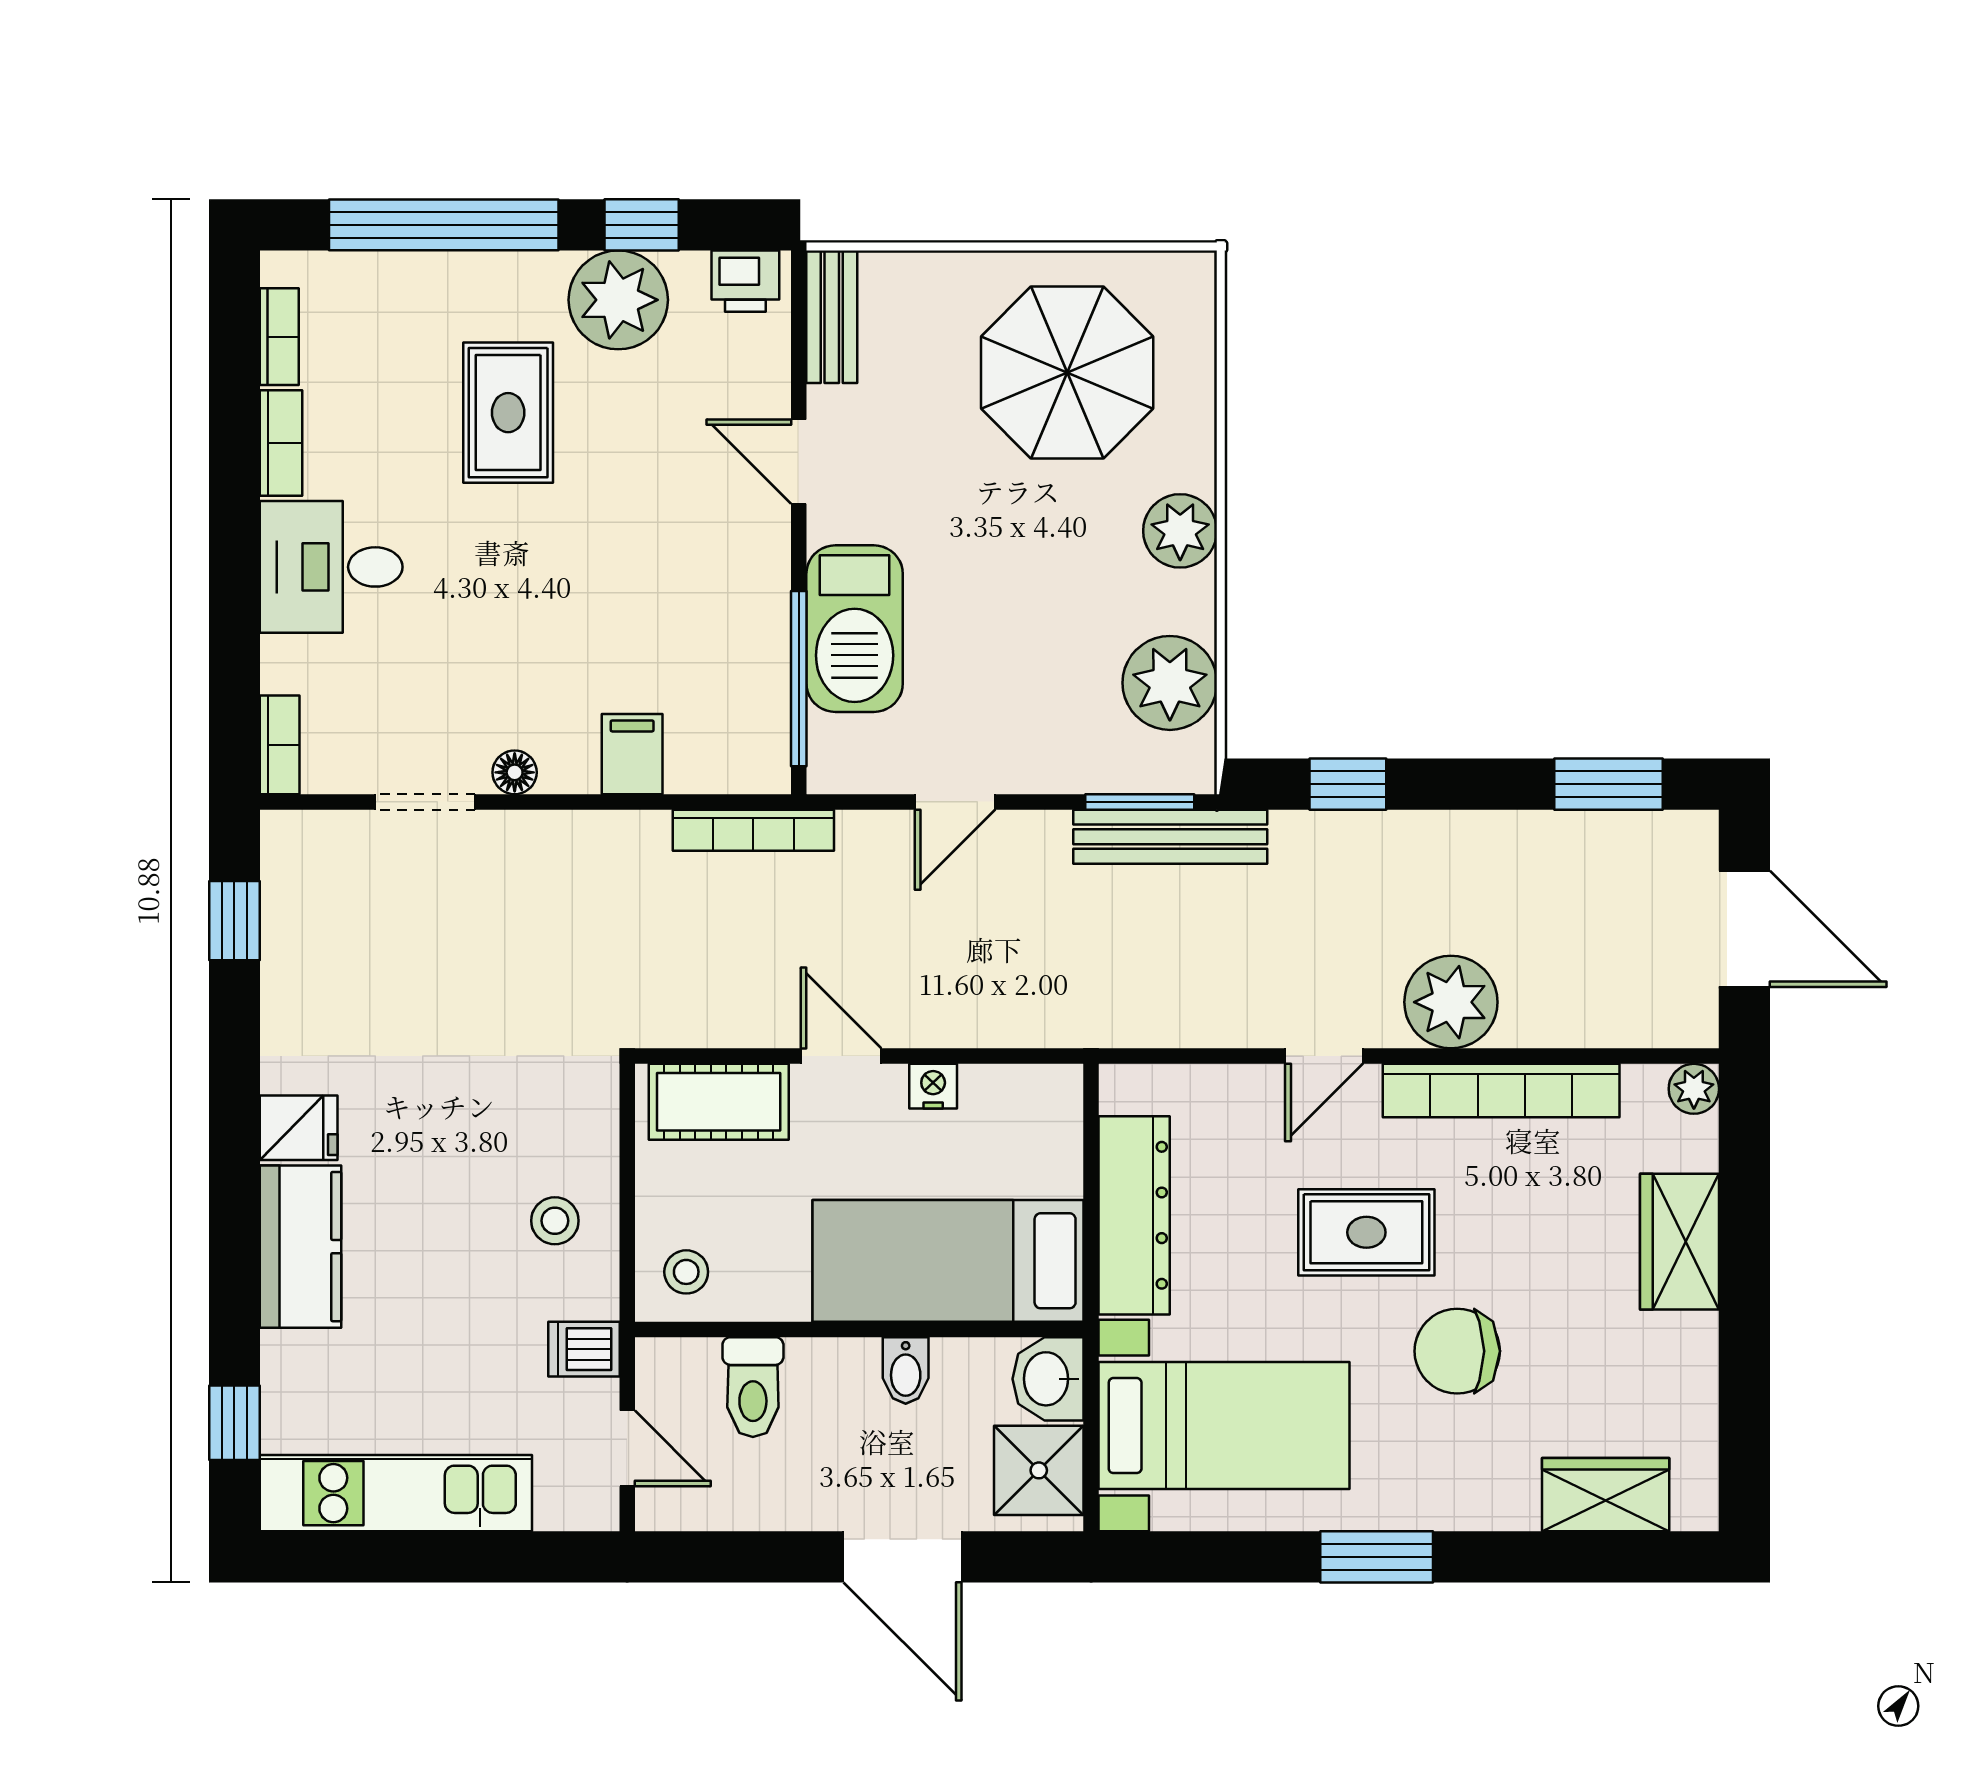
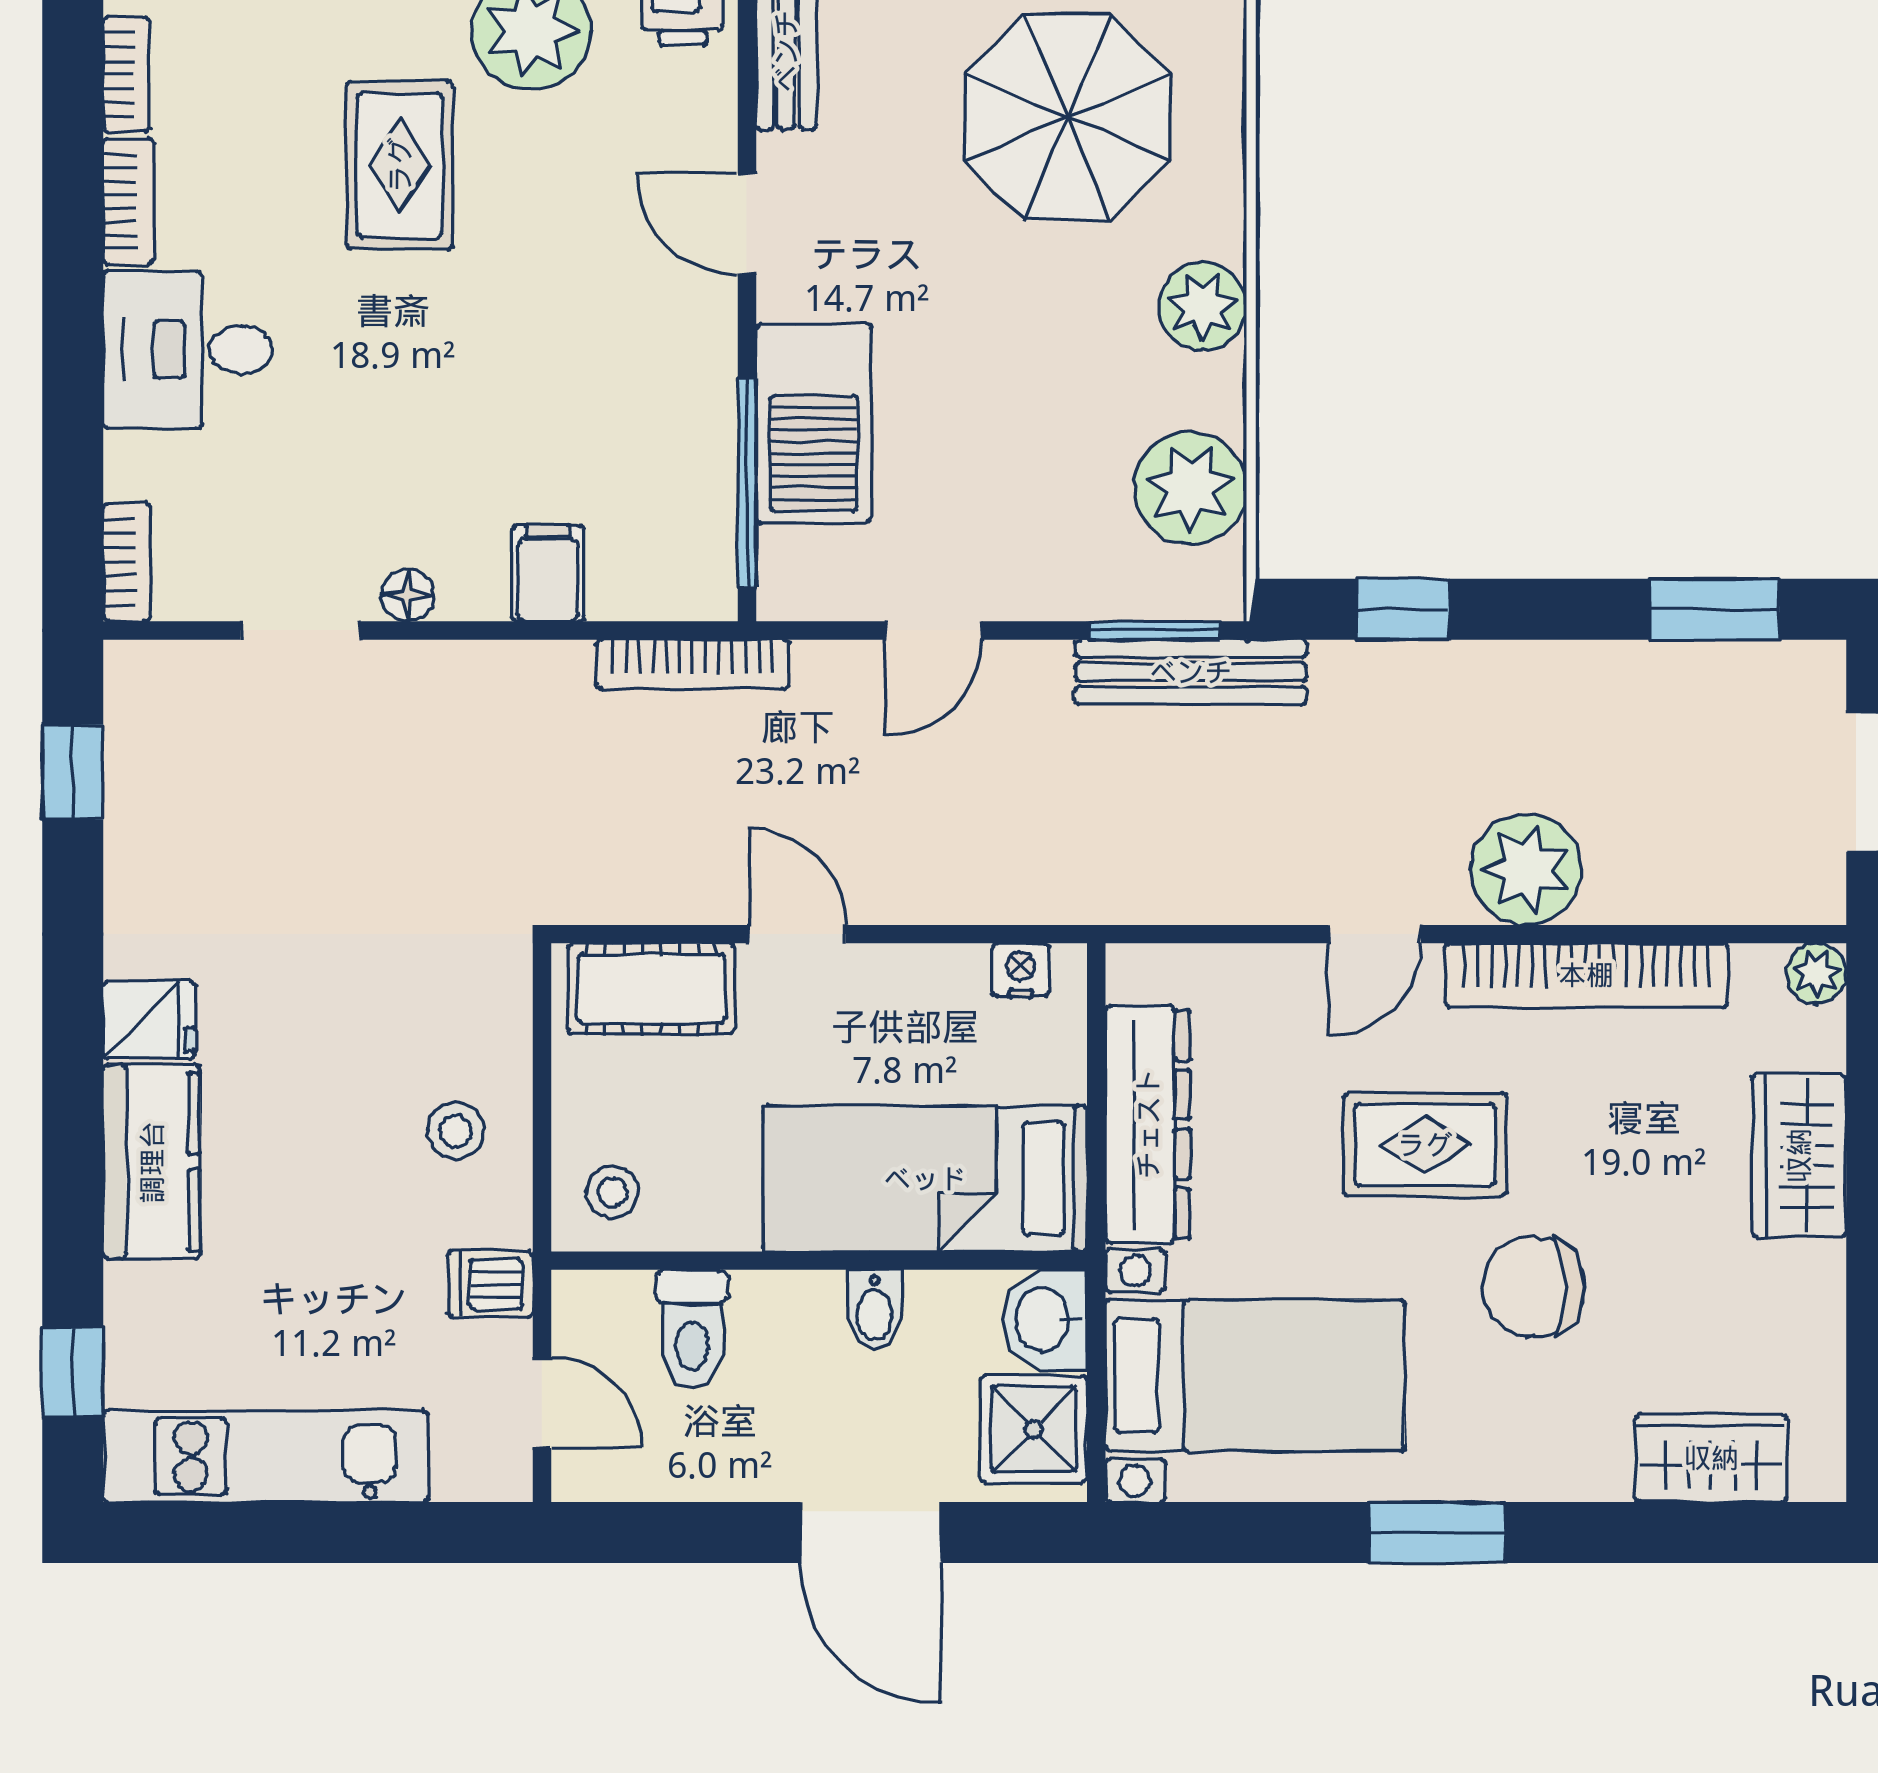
nightstand: (933, 1086) -> (1021, 970), moved

